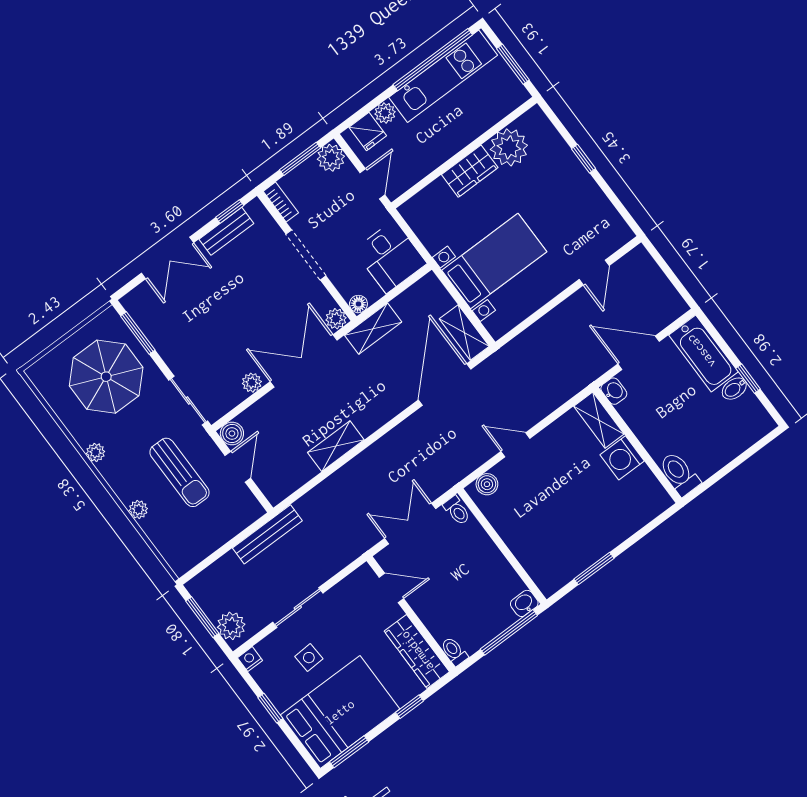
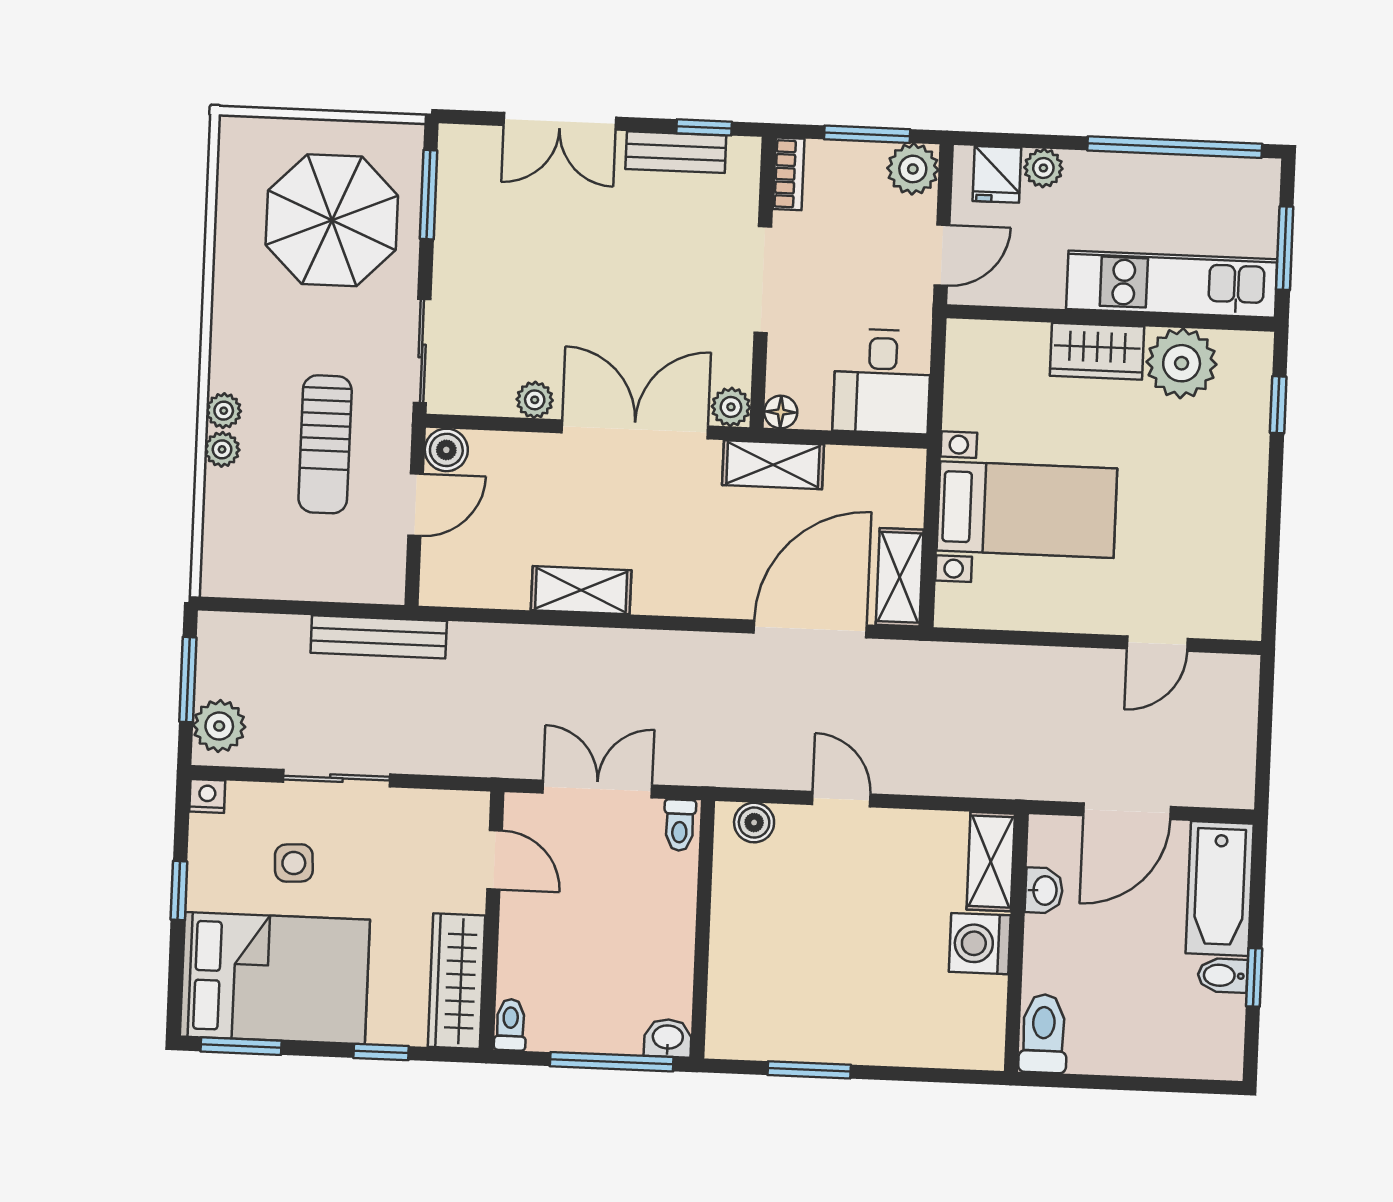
kitchen unit: (443, 76) -> (1172, 284), moved, turned 180
window: (583, 159) -> (1278, 405), moved
door: (639, 353) -> (1127, 811), swing flipped
washbasin: (614, 391) -> (1044, 890), moved
plant: (96, 452) -> (224, 411), moved

